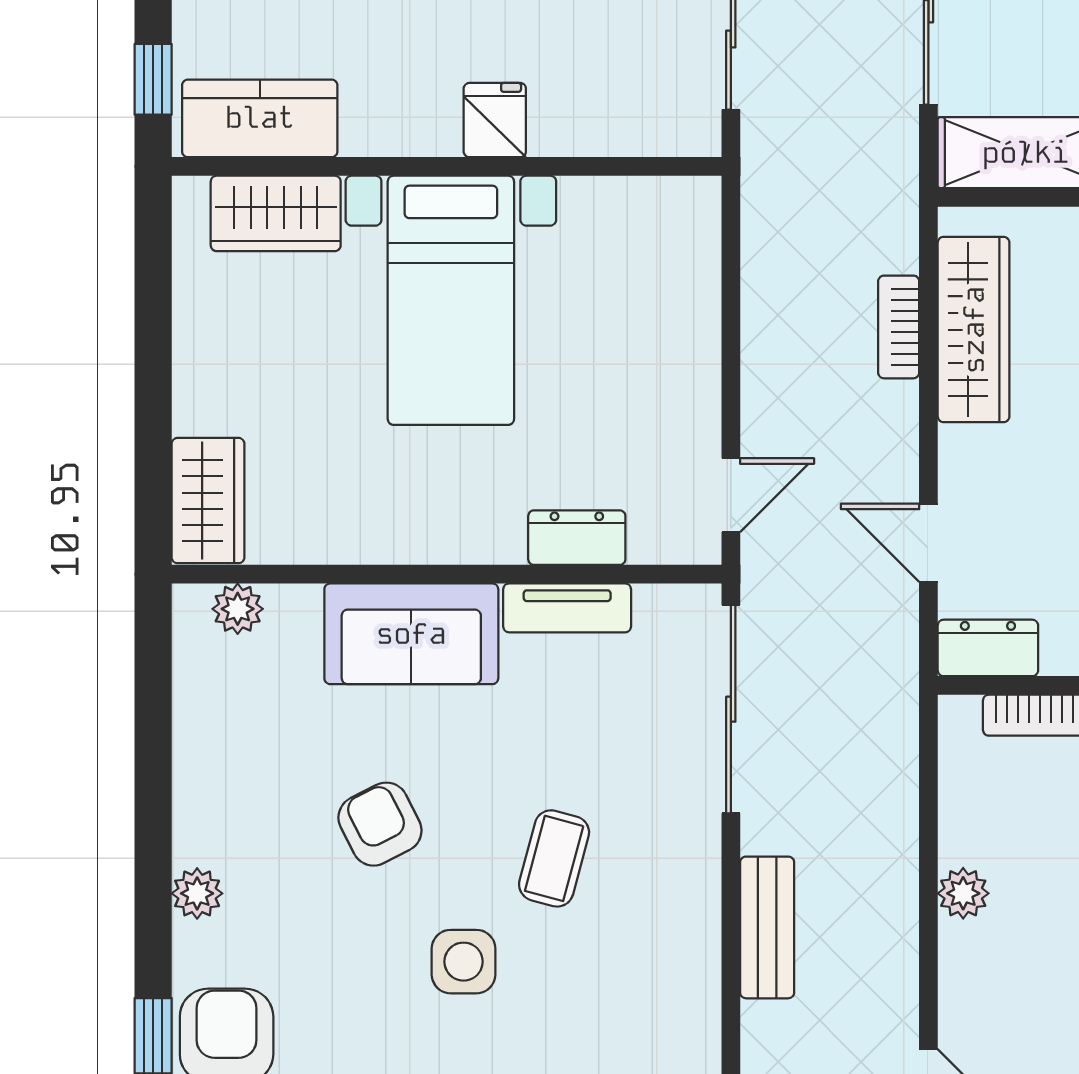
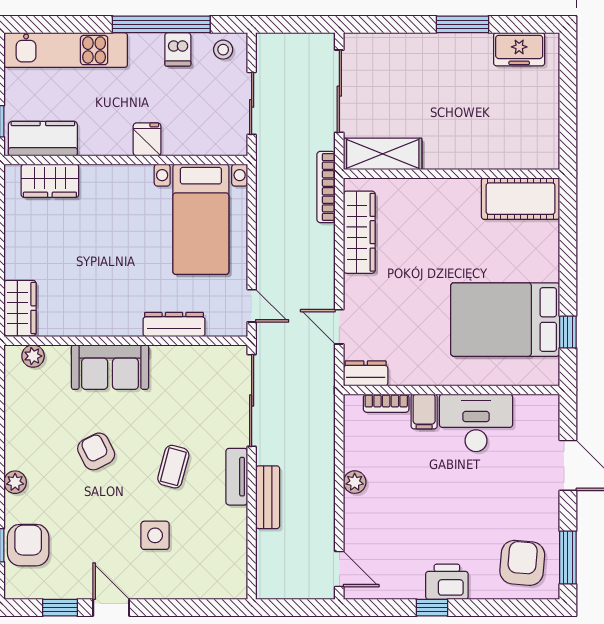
bed with nightstands: (451, 300) -> (201, 219), moved
bookcase: (899, 327) -> (326, 187), moved, width x1.56
door: (731, 495) -> (252, 306), hinge flipped
dresser: (577, 538) -> (174, 324), width x1.44
tv unit: (567, 608) -> (237, 477), moved, turned 90
side table: (464, 962) -> (155, 535), moved

